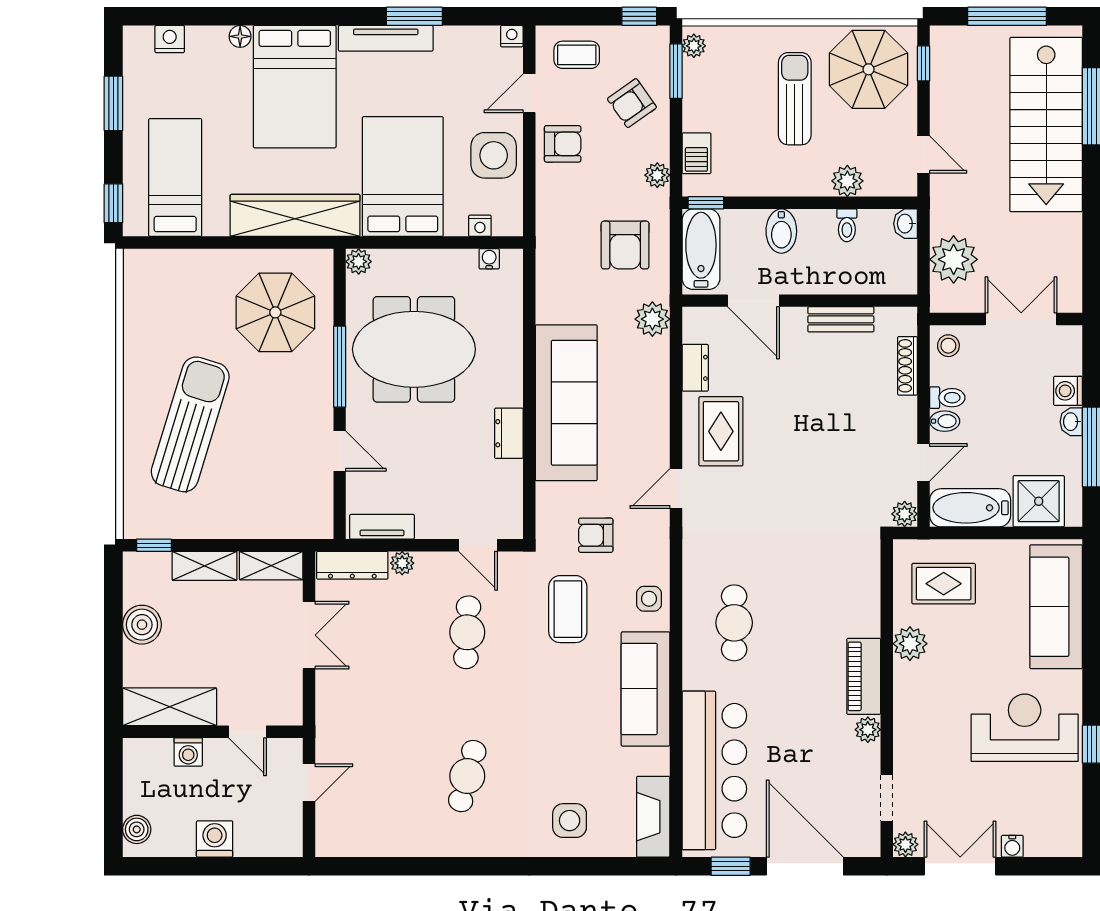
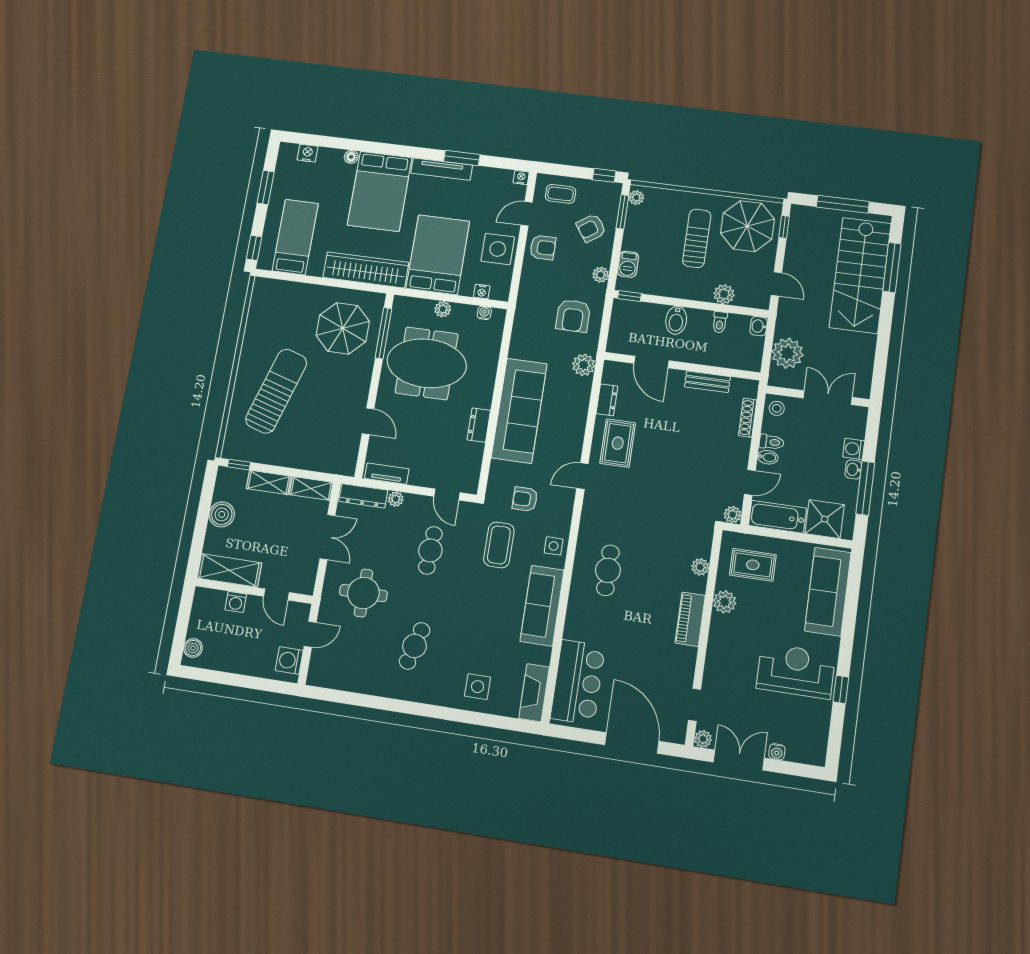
bathtub: (701, 249) -> (622, 325), removed
plant: (359, 262) -> (443, 309), moved
window: (340, 367) -> (383, 333), moved
round table: (378, 710) -> (363, 593), added
plant: (868, 730) -> (700, 567), moved
bar counter: (714, 770) -> (578, 682), width x0.73
washing machine: (215, 839) -> (289, 660), moved, turned -90
window: (731, 866) -> (581, 735), removed

